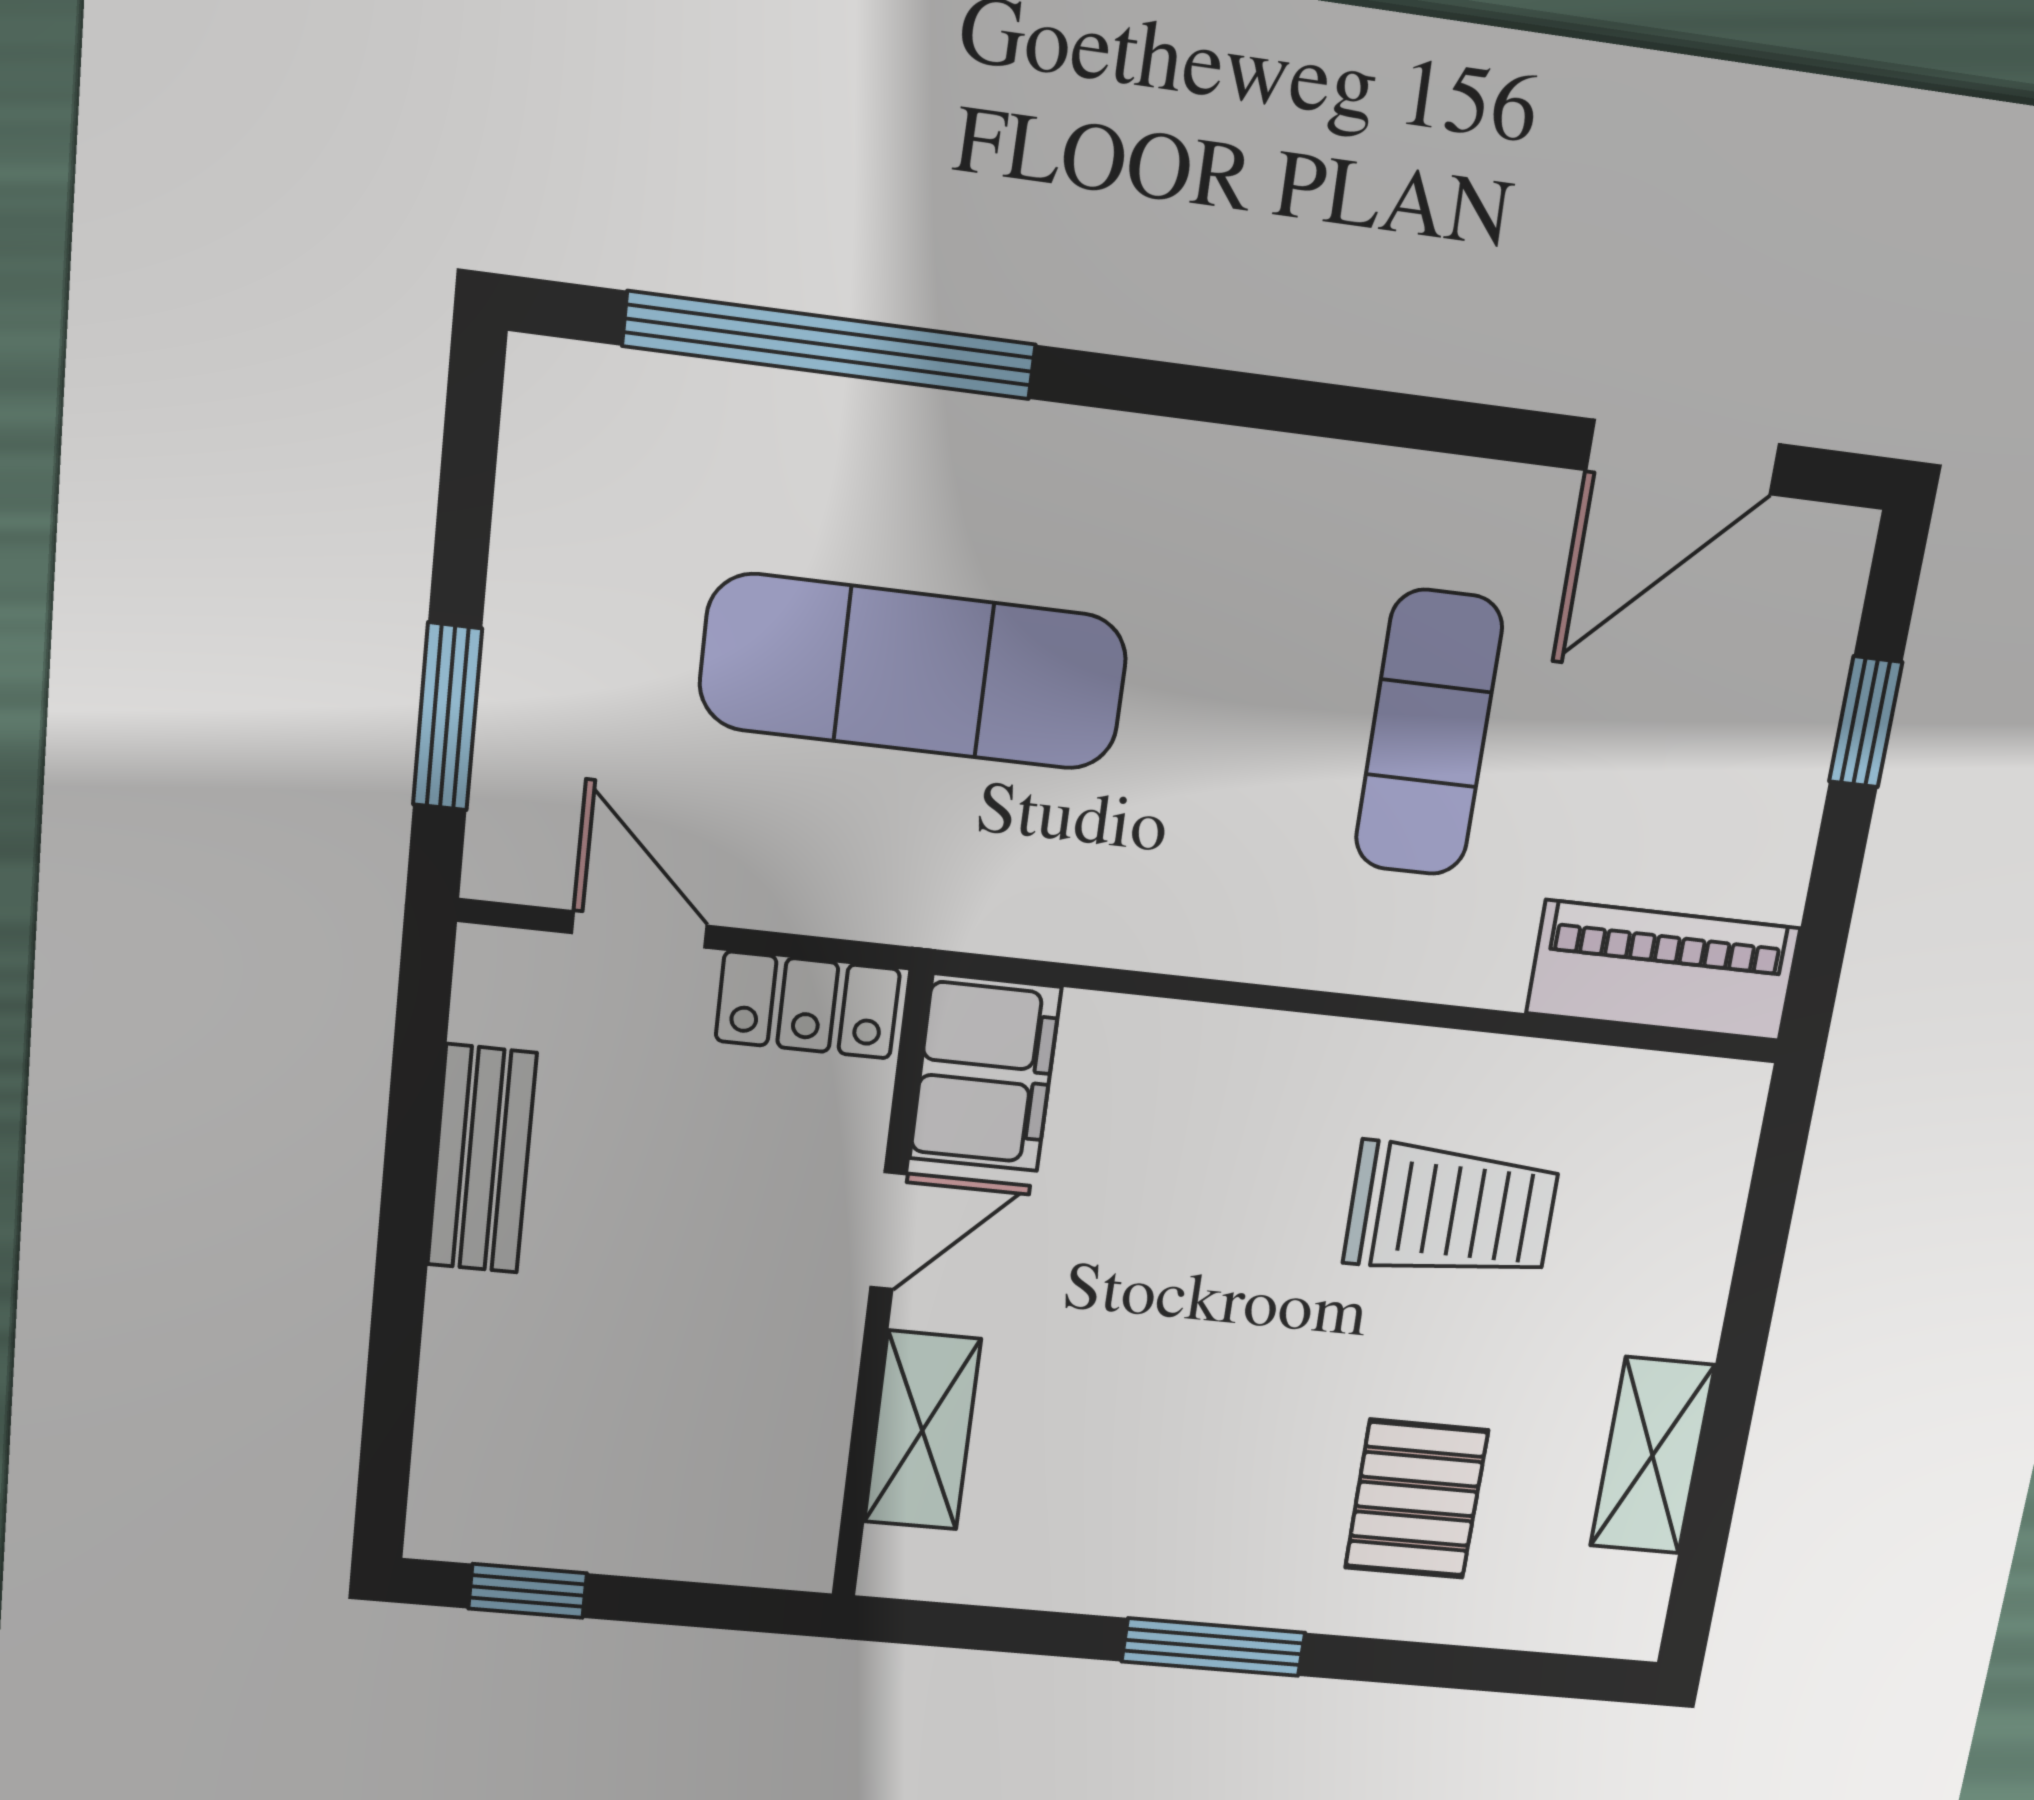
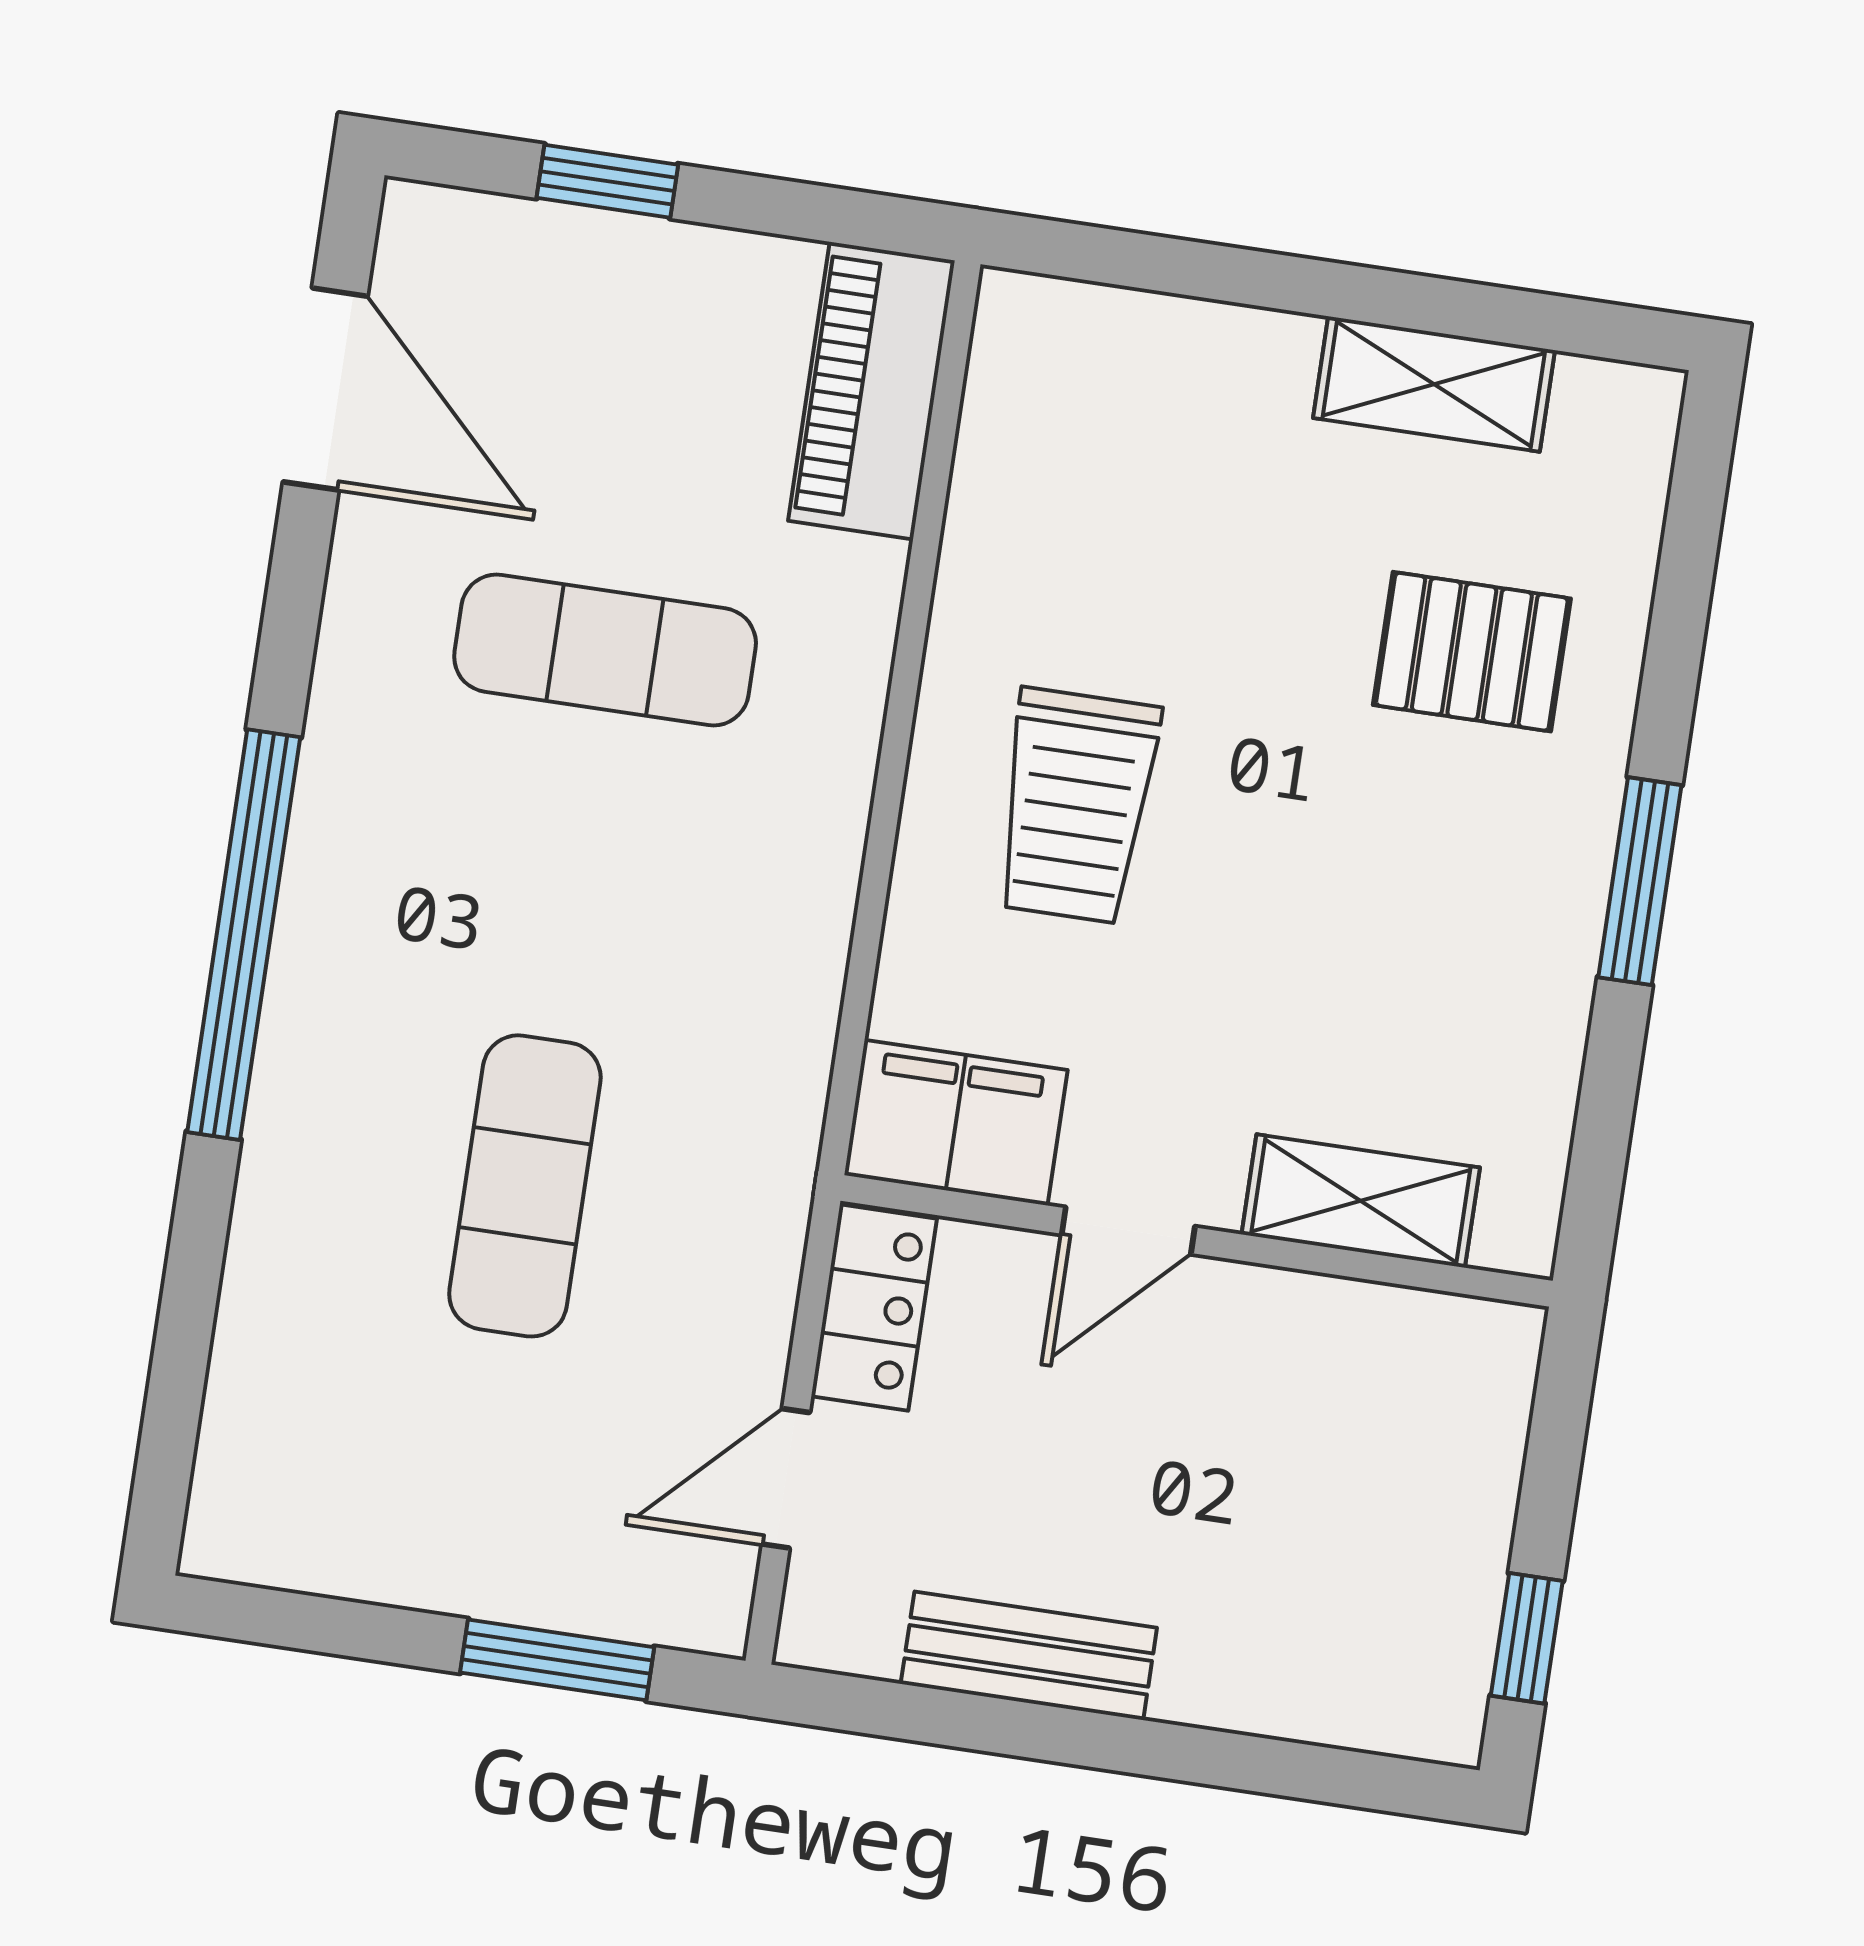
window: (830, 345) -> (244, 935), moved
exercise mat: (914, 672) -> (525, 1186), width x0.73, depth x0.69
trolley: (1451, 1211) -> (1076, 806), moved, turned 180
door: (889, 1231) -> (1128, 1231), swing flipped

